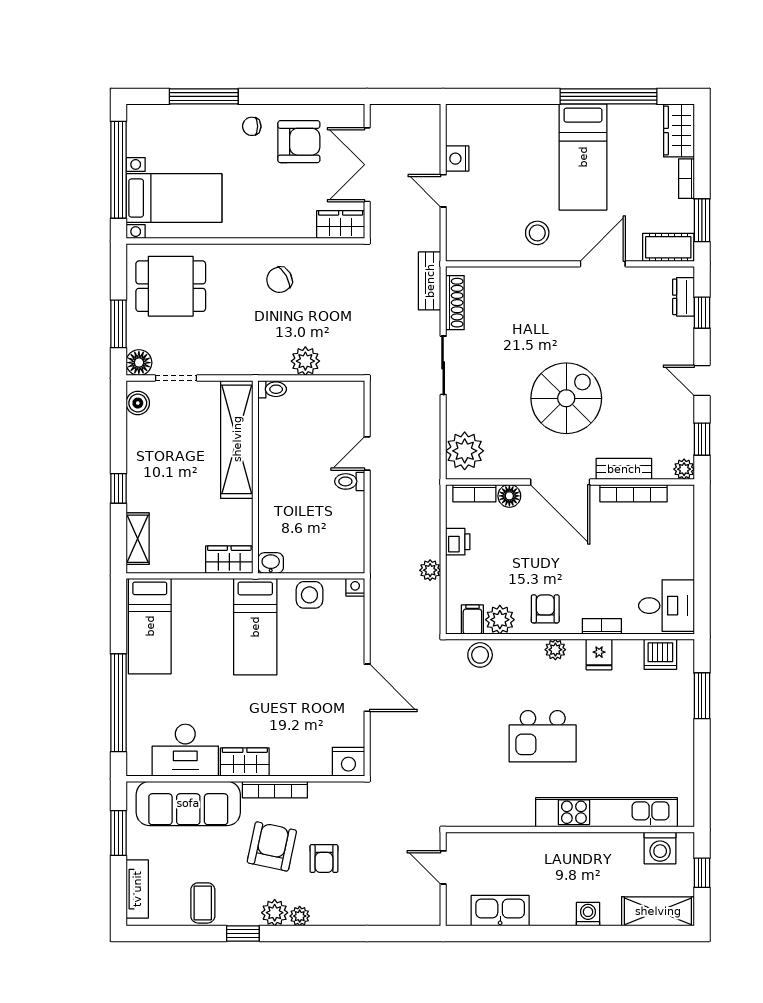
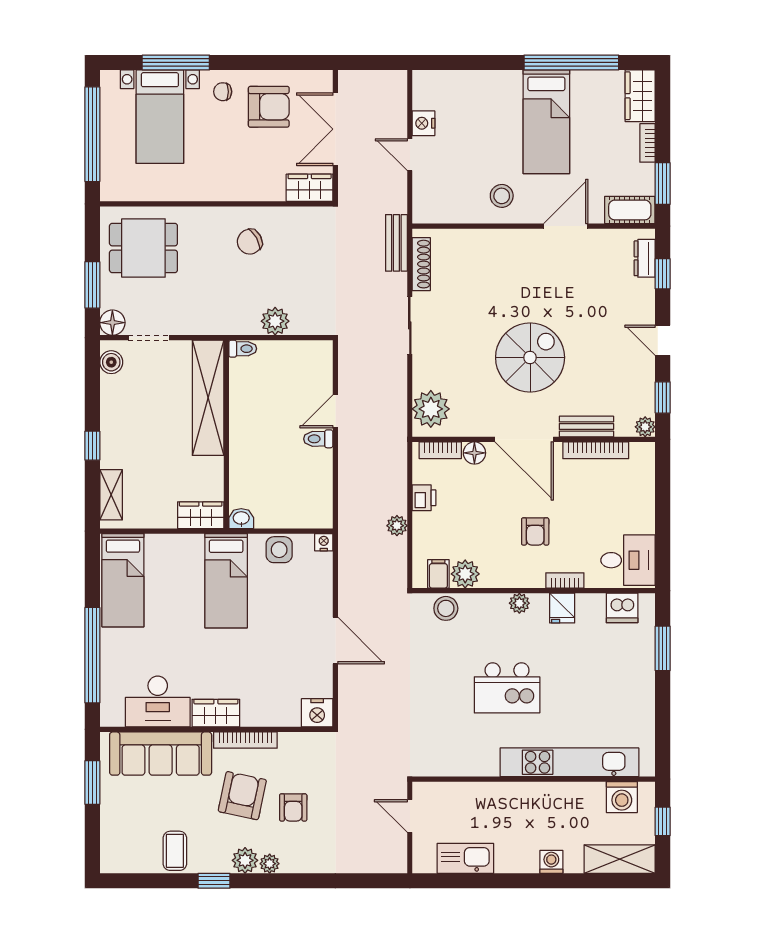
bed with nightstands: (174, 198) -> (160, 117), moved, turned 90
armchair: (545, 609) -> (535, 531), moved, turned 180
tv unit: (137, 889) -> (111, 837), removed

